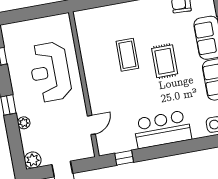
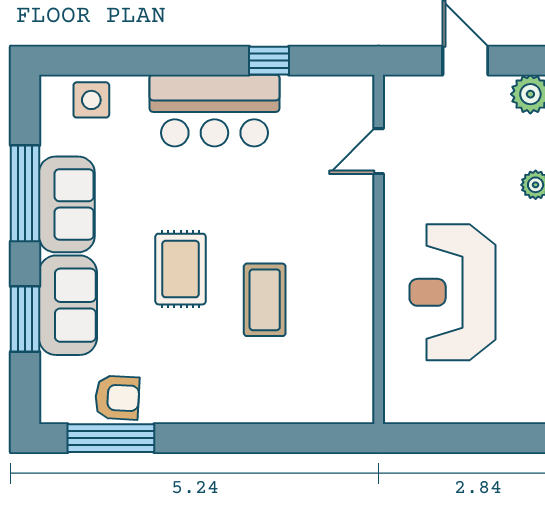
reception desk: (50, 72) -> (452, 292), turned 180
window: (124, 158) -> (269, 61), moved

